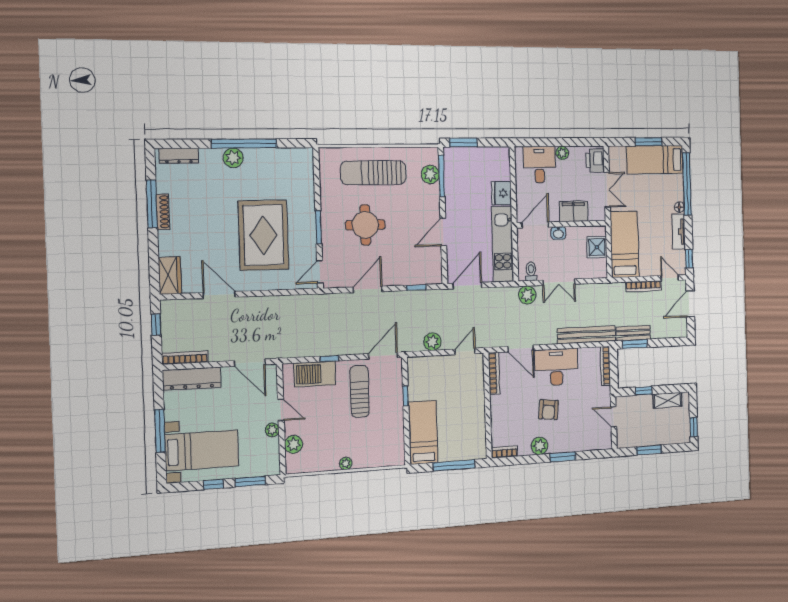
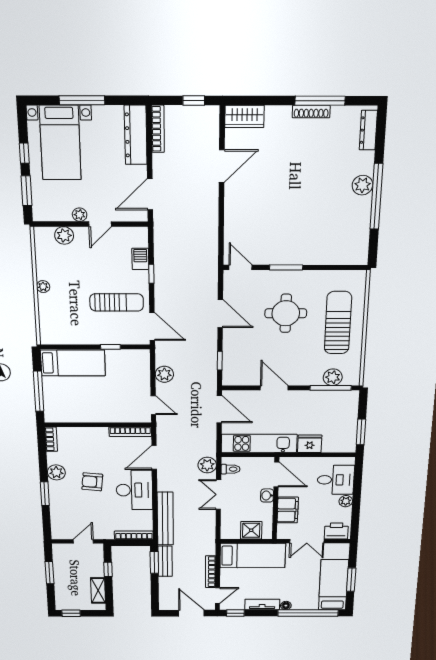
window: (463, 143) -> (361, 432), moved
rug: (263, 235) -> (281, 213), removed
barbecue: (315, 374) -> (140, 259), width x0.53, depth x0.65

